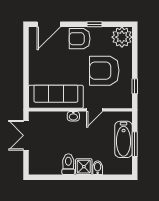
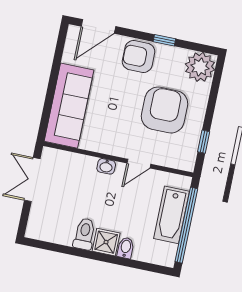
armchair: (104, 71) -> (165, 110), turned 90
sofa: (56, 97) -> (69, 106), moved, turned 90
window: (135, 144) -> (186, 225), width x2.11

